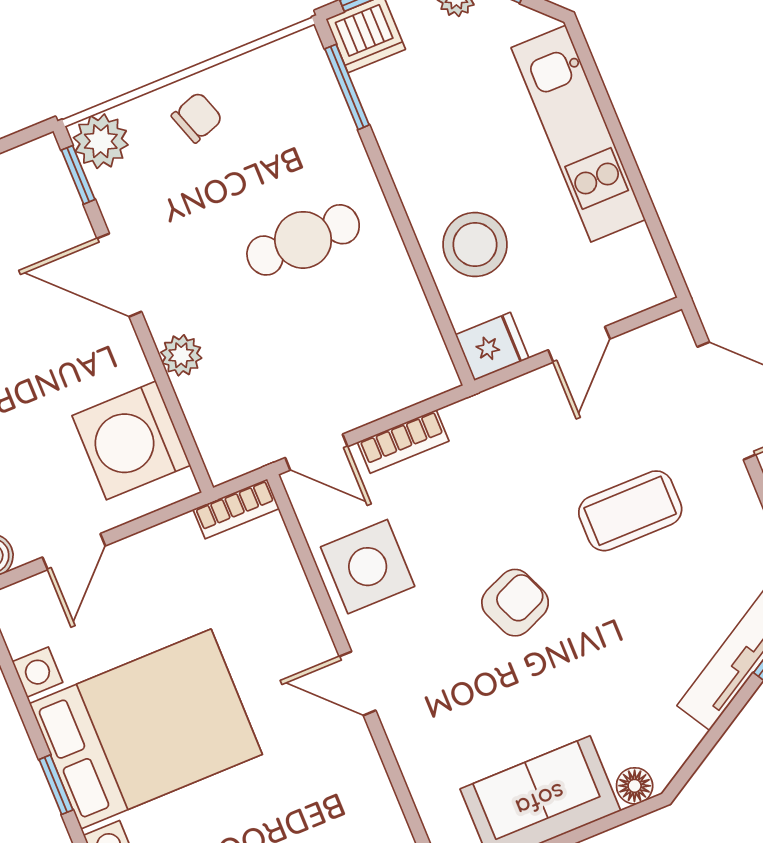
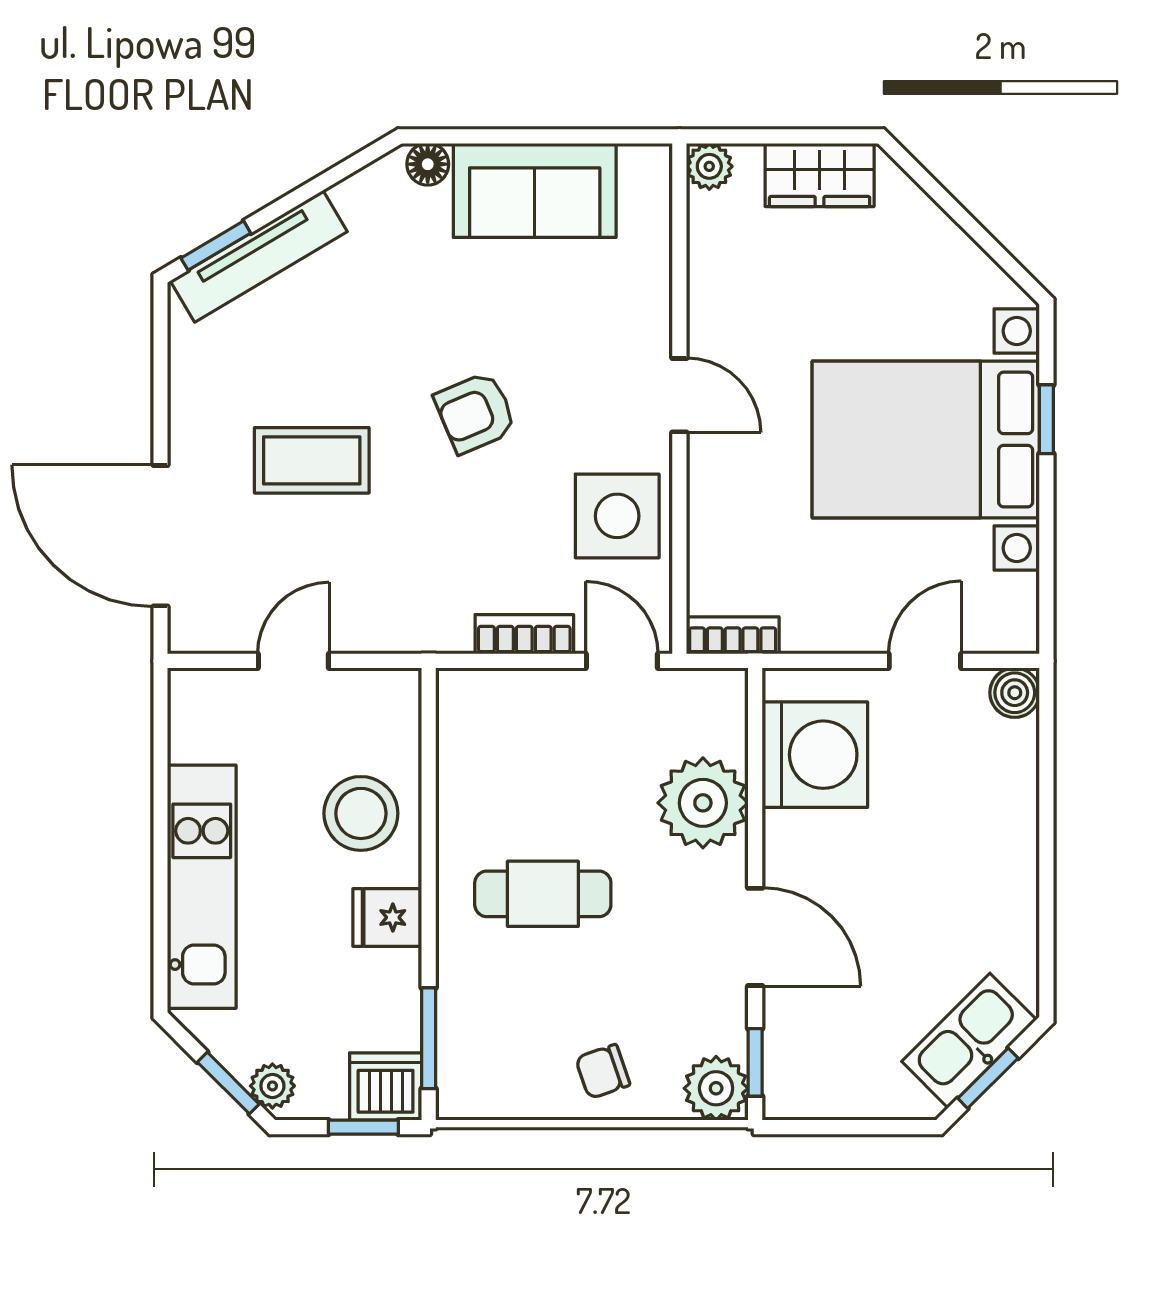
fridge: (492, 347) -> (387, 917), moved
plant: (181, 355) -> (703, 803), width x1.87, depth x1.87

